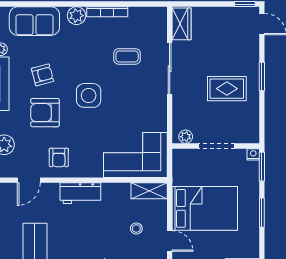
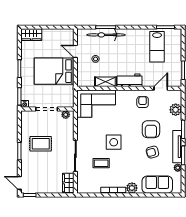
side table: (89, 95) -> (114, 142), moved
armchair: (45, 113) -> (151, 129), turned 90
shelving: (149, 191) -> (105, 82), moved

